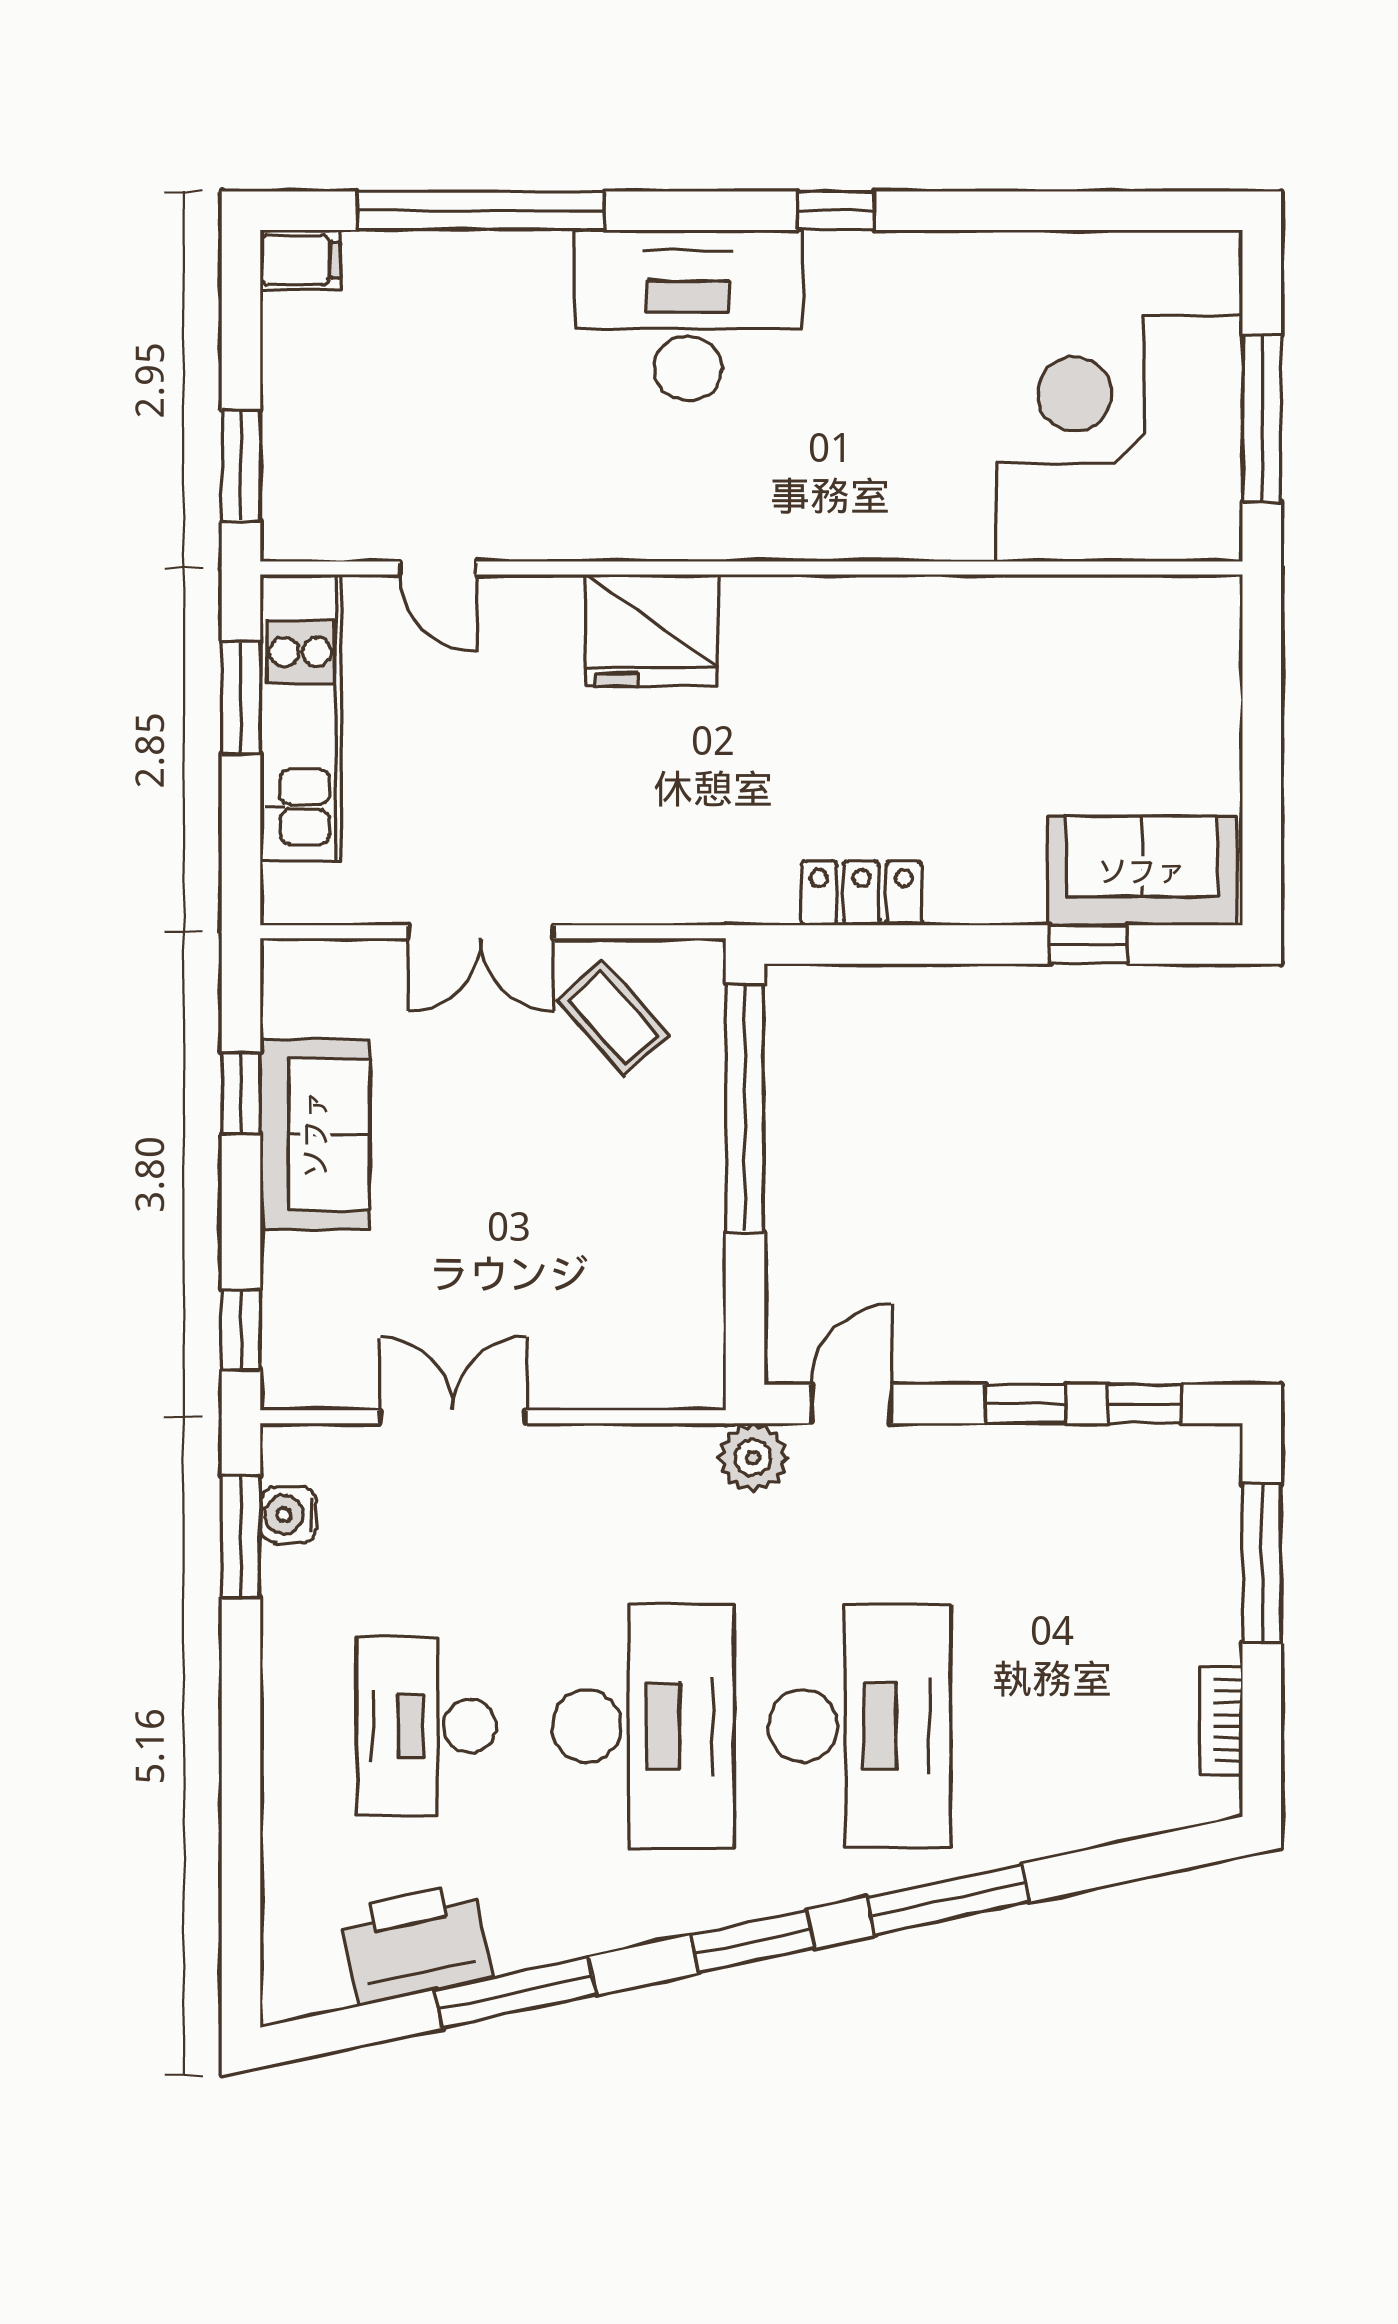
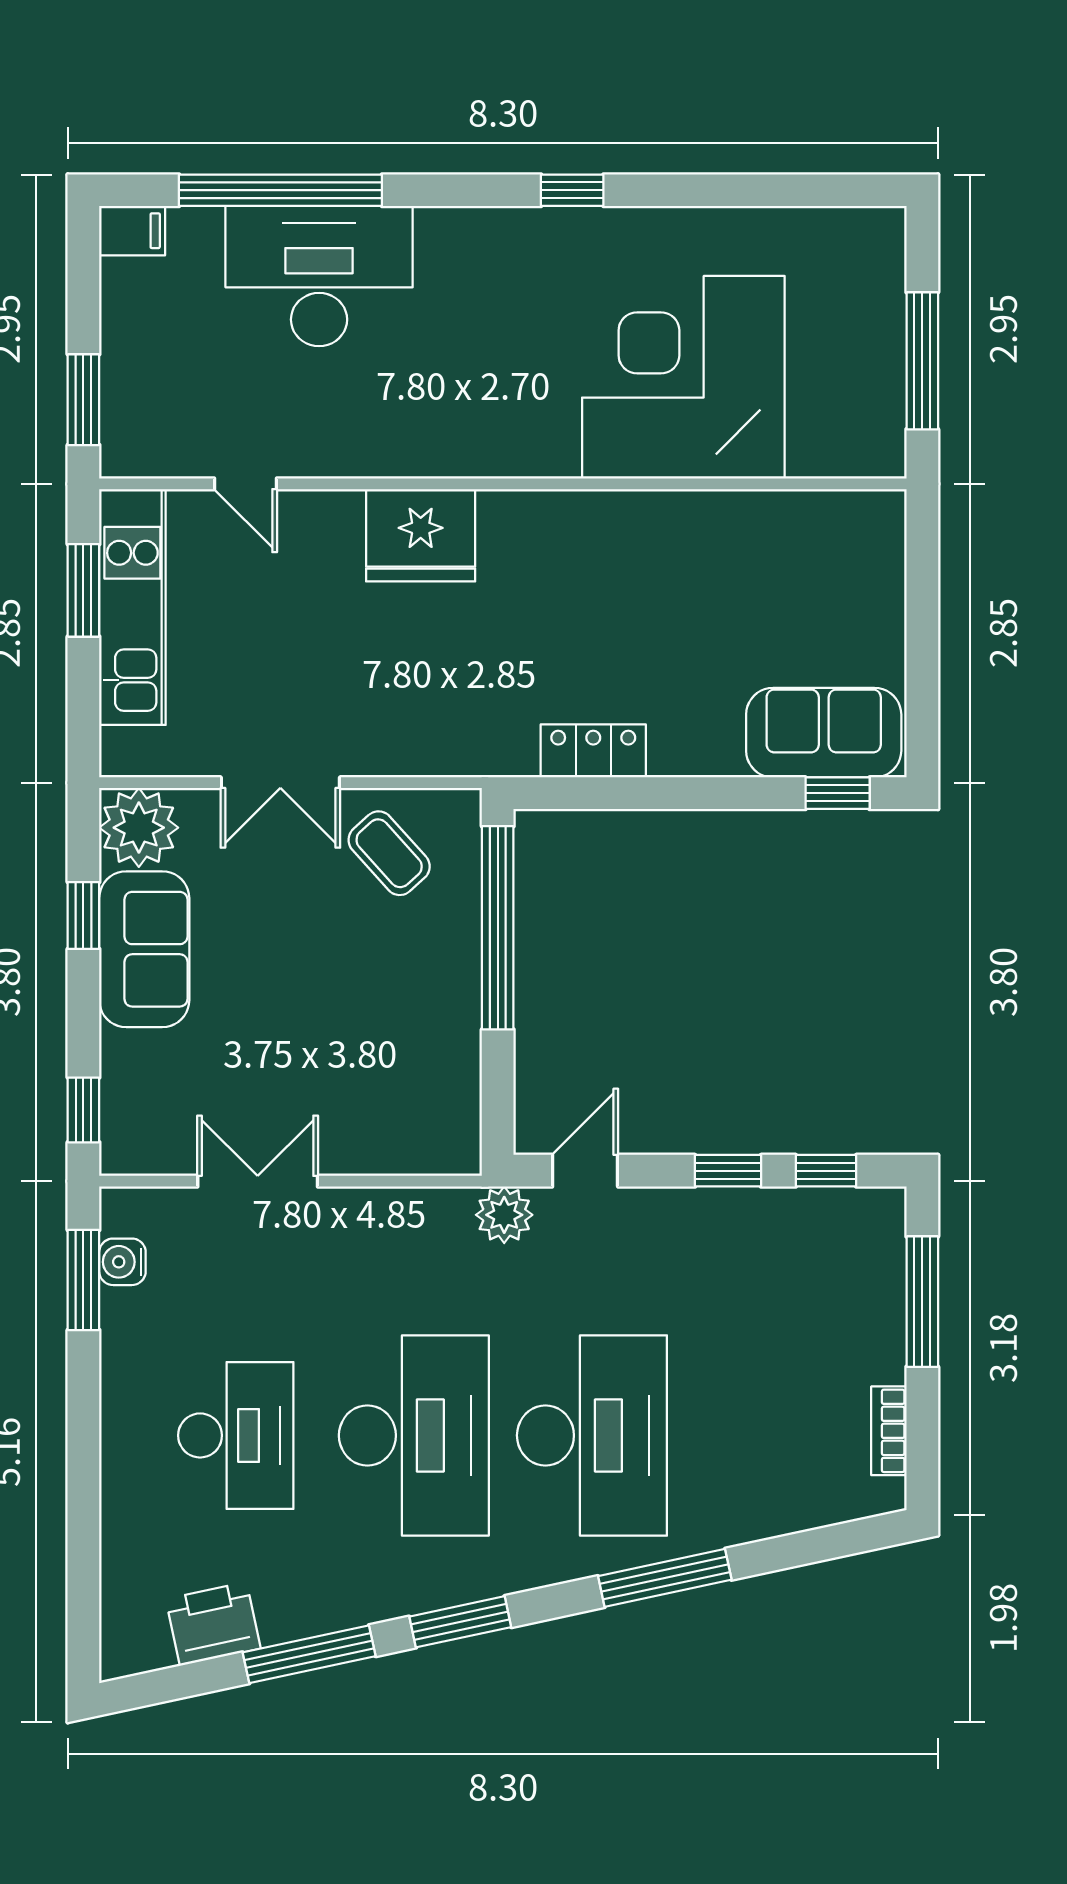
desk: (688, 315) -> (319, 276), moved
corner desk: (1119, 438) -> (683, 377), moved
window: (1089, 945) -> (838, 793), moved
plant: (308, 986) -> (139, 828), added
desk: (426, 1726) -> (236, 1435), turned 180
window: (753, 1941) -> (460, 1622), moved
printer: (416, 1943) -> (213, 1624), width x0.73, depth x0.84

